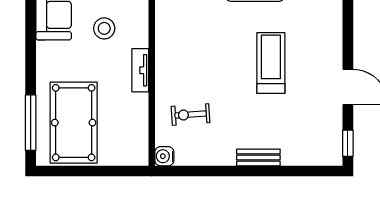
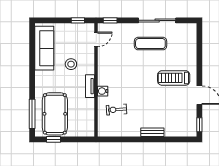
treadmill: (271, 63) -> (174, 78), moved, turned -90
water cooler: (164, 156) -> (103, 91), moved
window: (71, 171) -> (53, 139), added

